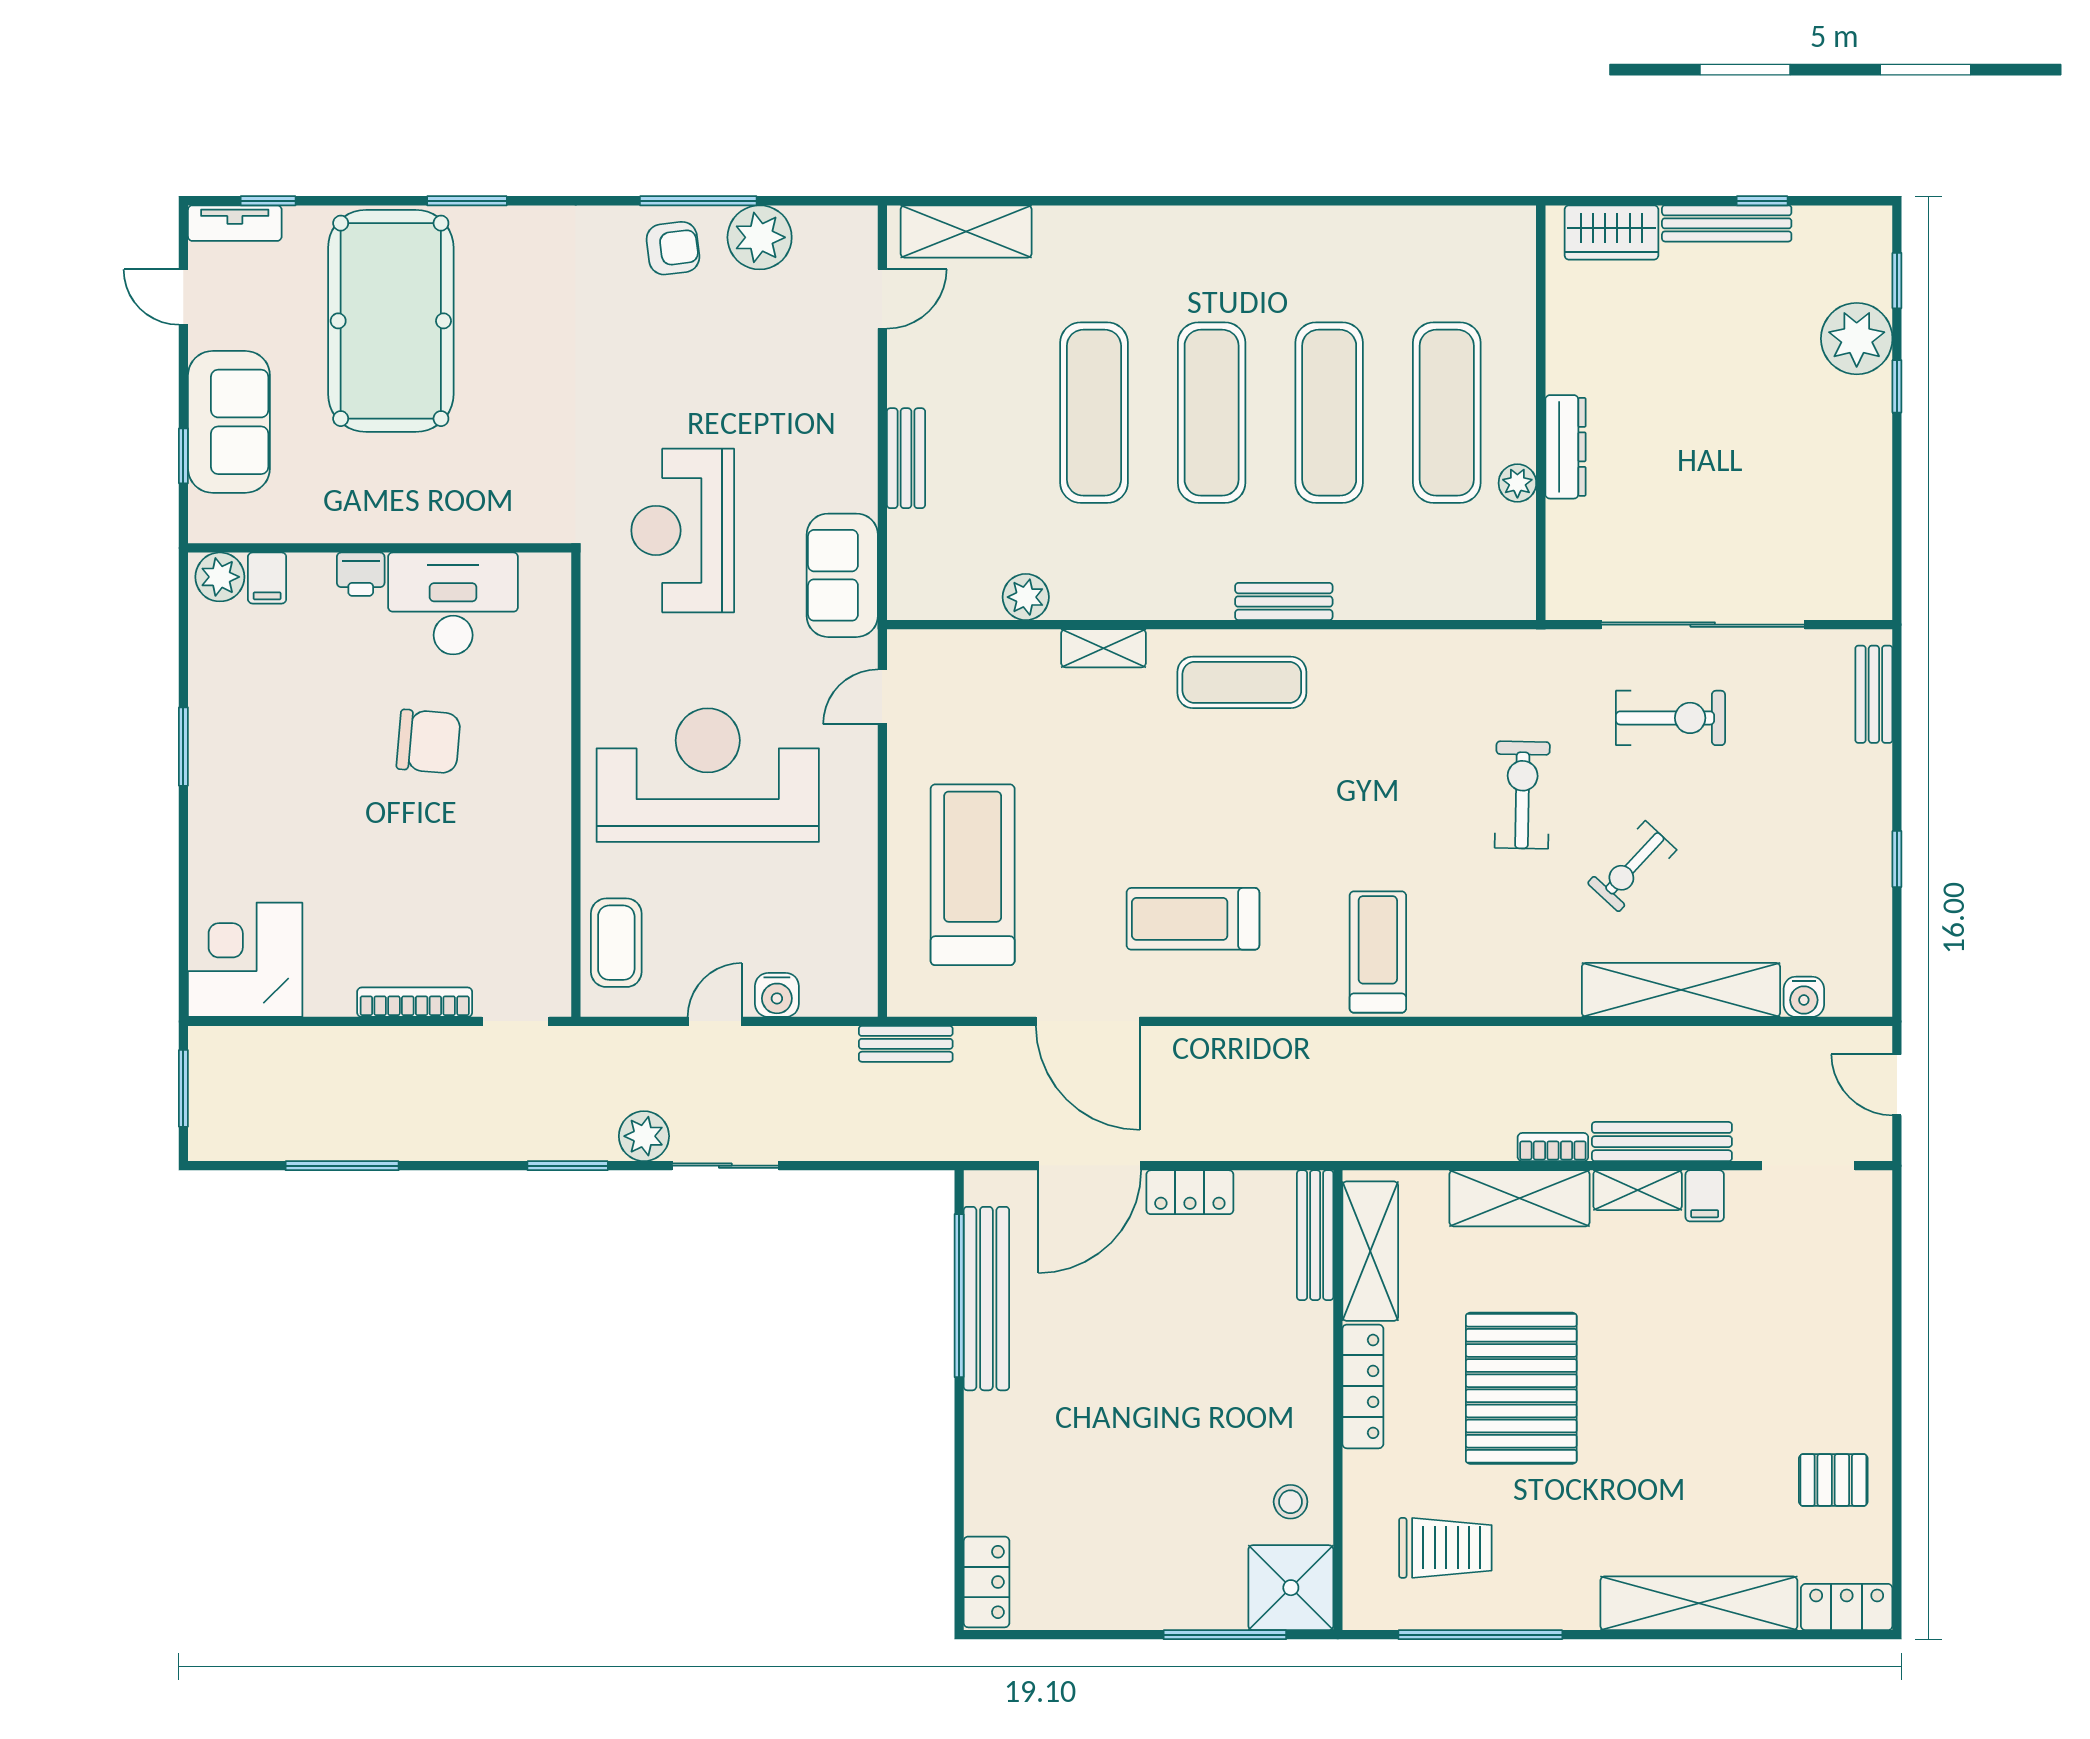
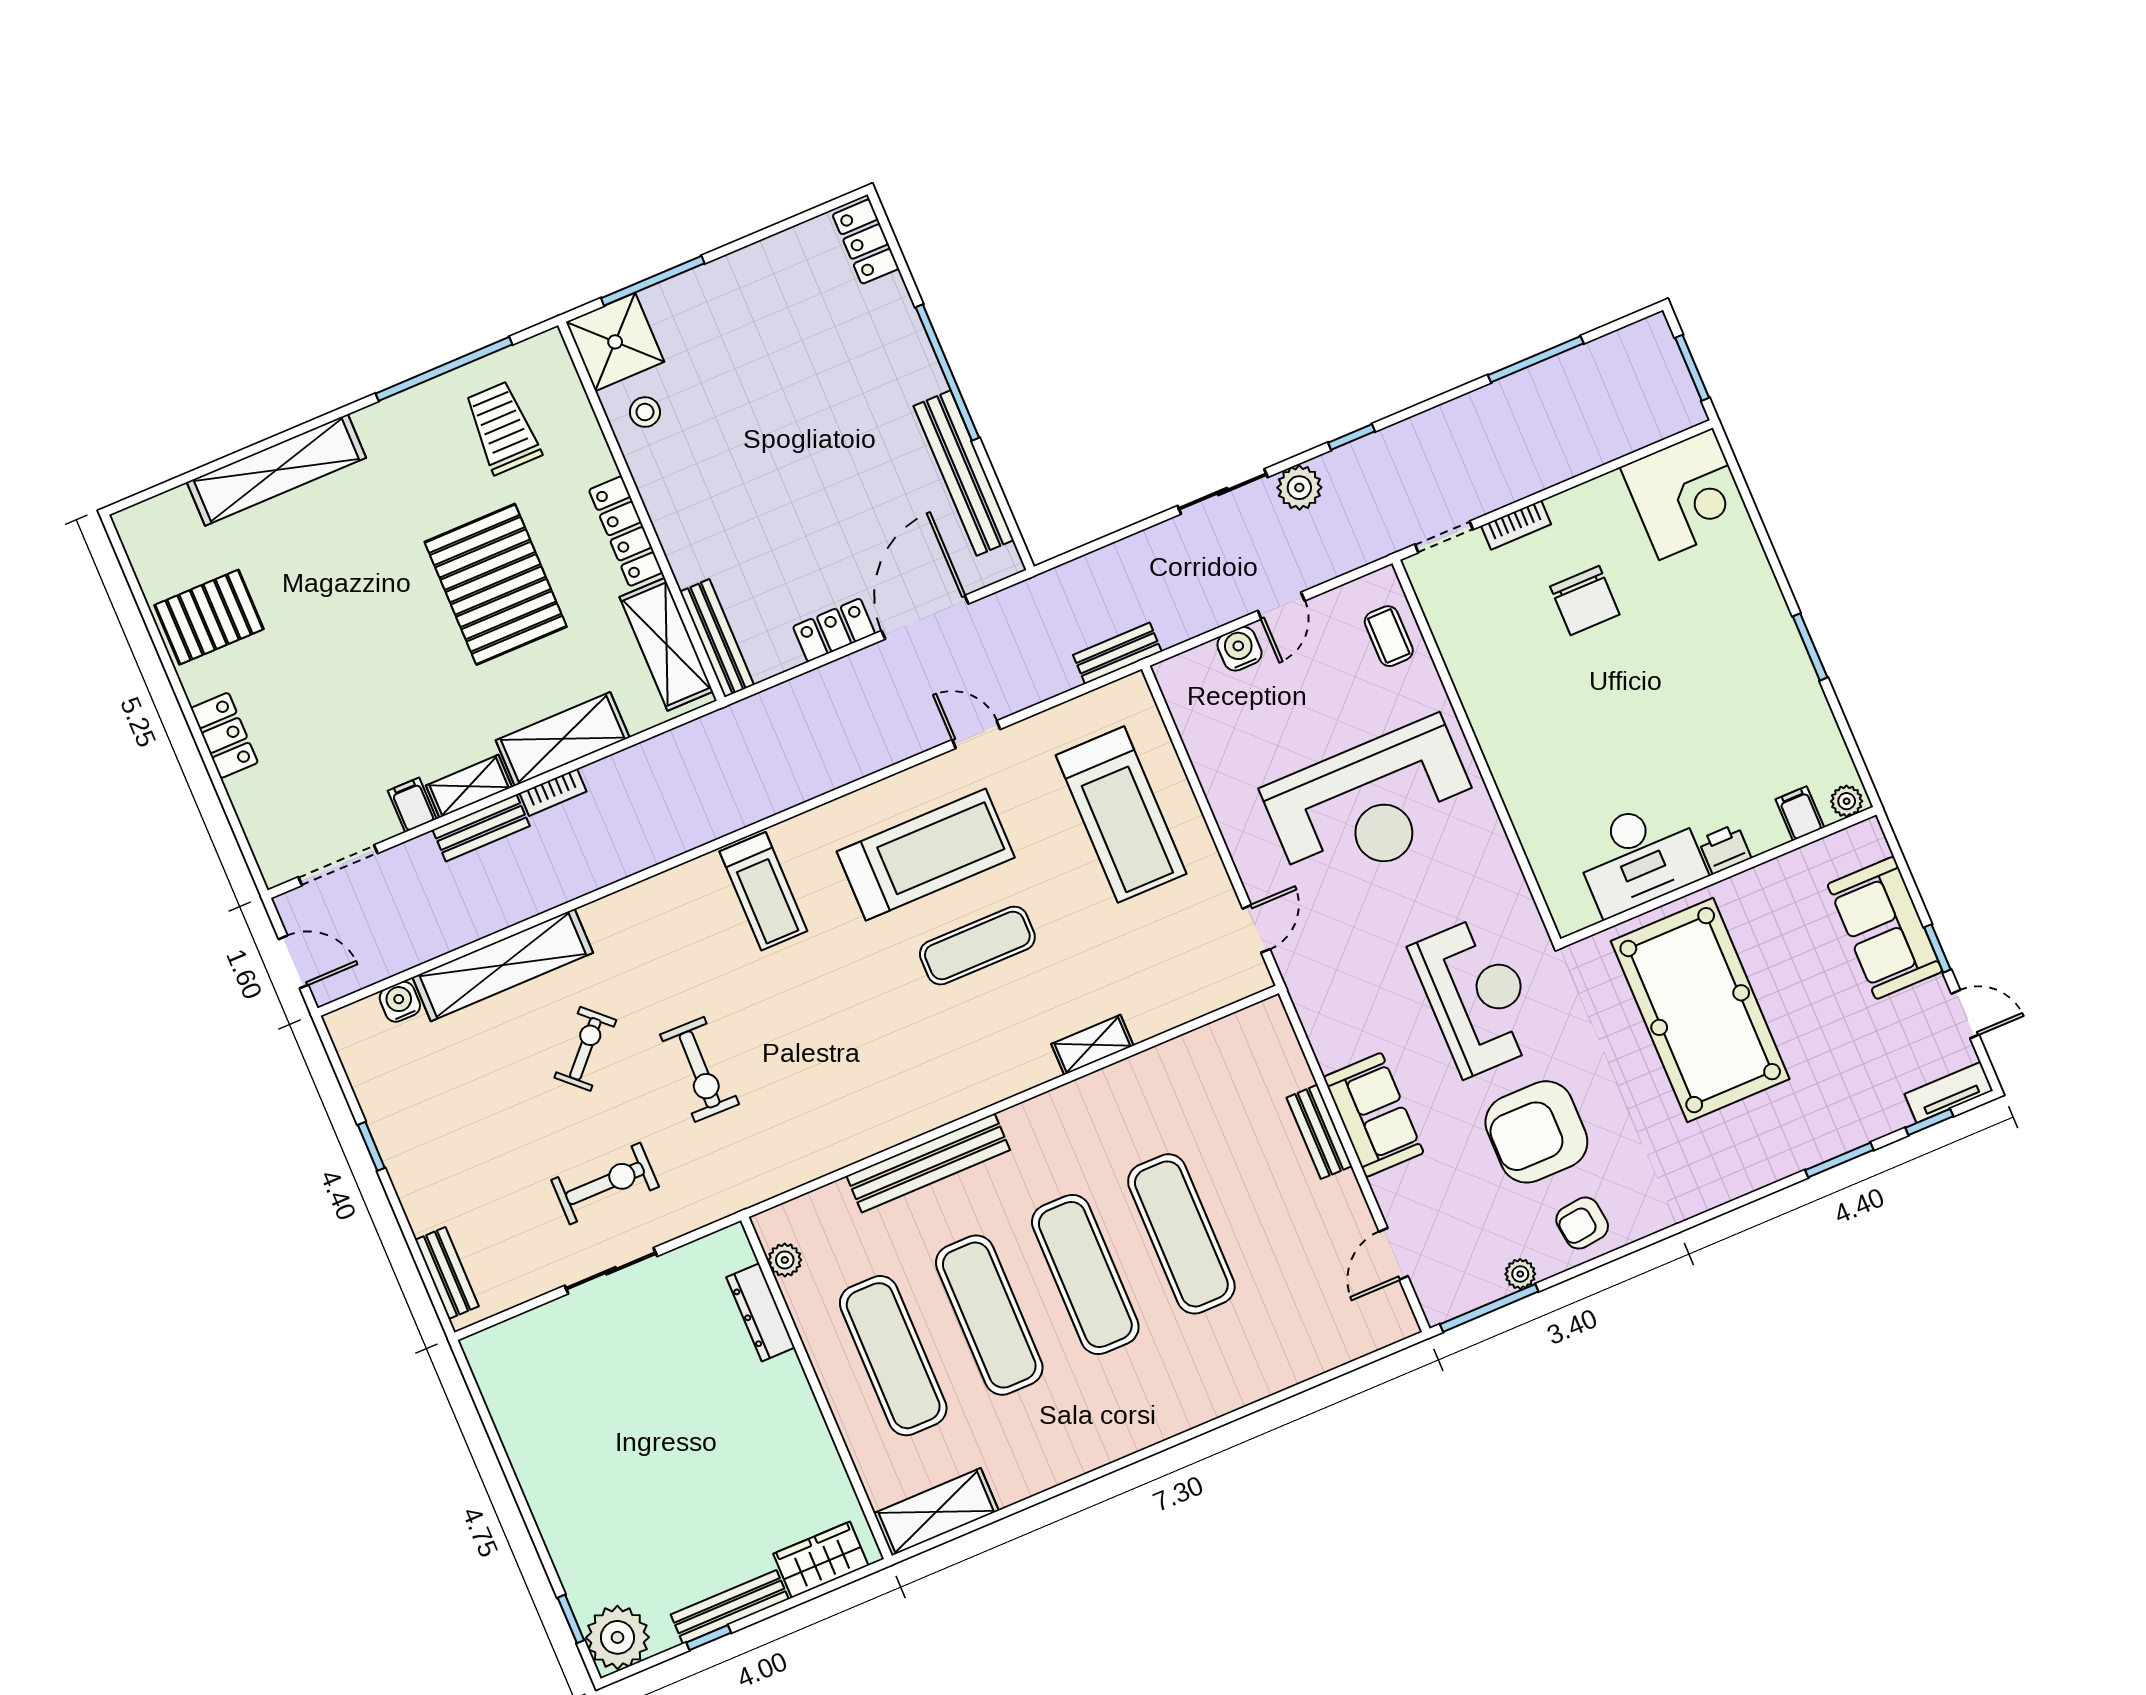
window: (467, 201) -> (1839, 1160), moved
window: (698, 201) -> (1489, 1308), moved
shelving: (966, 231) -> (936, 1512), moved
plant: (760, 237) -> (1520, 1274), width x0.53, depth x0.53
pool table: (391, 321) -> (1700, 1010), moved
plant: (1857, 339) -> (617, 1637), moved
armchair: (680, 363) -> (1536, 1132), added
window: (1897, 386) -> (534, 1533), removed
dresser: (1565, 447) -> (761, 1312), moved
window: (183, 456) -> (1937, 948), moved
plant: (1517, 483) -> (785, 1260), moved
sofa: (842, 575) -> (1373, 1115), moved
plant: (220, 577) -> (1847, 801), width x0.73, depth x0.73
plant: (1026, 597) -> (1174, 1060), removed
bench: (1284, 602) -> (928, 1163), width x1.86, depth x1.21
sliding door: (1703, 625) -> (611, 1271), width x0.54
exercise mat: (1242, 682) -> (977, 946), moved
exercise bike: (1670, 718) -> (605, 1183), turned 180
chair: (429, 742) -> (1585, 601), moved, turned -95
treadmill: (1193, 919) -> (926, 855), width x1.37, depth x1.38
coffee table: (616, 943) -> (1389, 636), width x0.73, depth x0.77
bookcase: (415, 1002) -> (1516, 525), width x0.64
door: (1088, 1021) -> (976, 734), width x0.53
bench: (1662, 1142) -> (481, 828), width x0.73
window: (568, 1166) -> (1352, 437), width x0.67
window: (959, 1296) -> (947, 373), moved
pallet: (1833, 1480) -> (209, 617), width x1.50, depth x1.42
trolley: (1445, 1548) -> (503, 428), turned 90
locker: (1847, 1607) -> (224, 735), moved, turned -90

